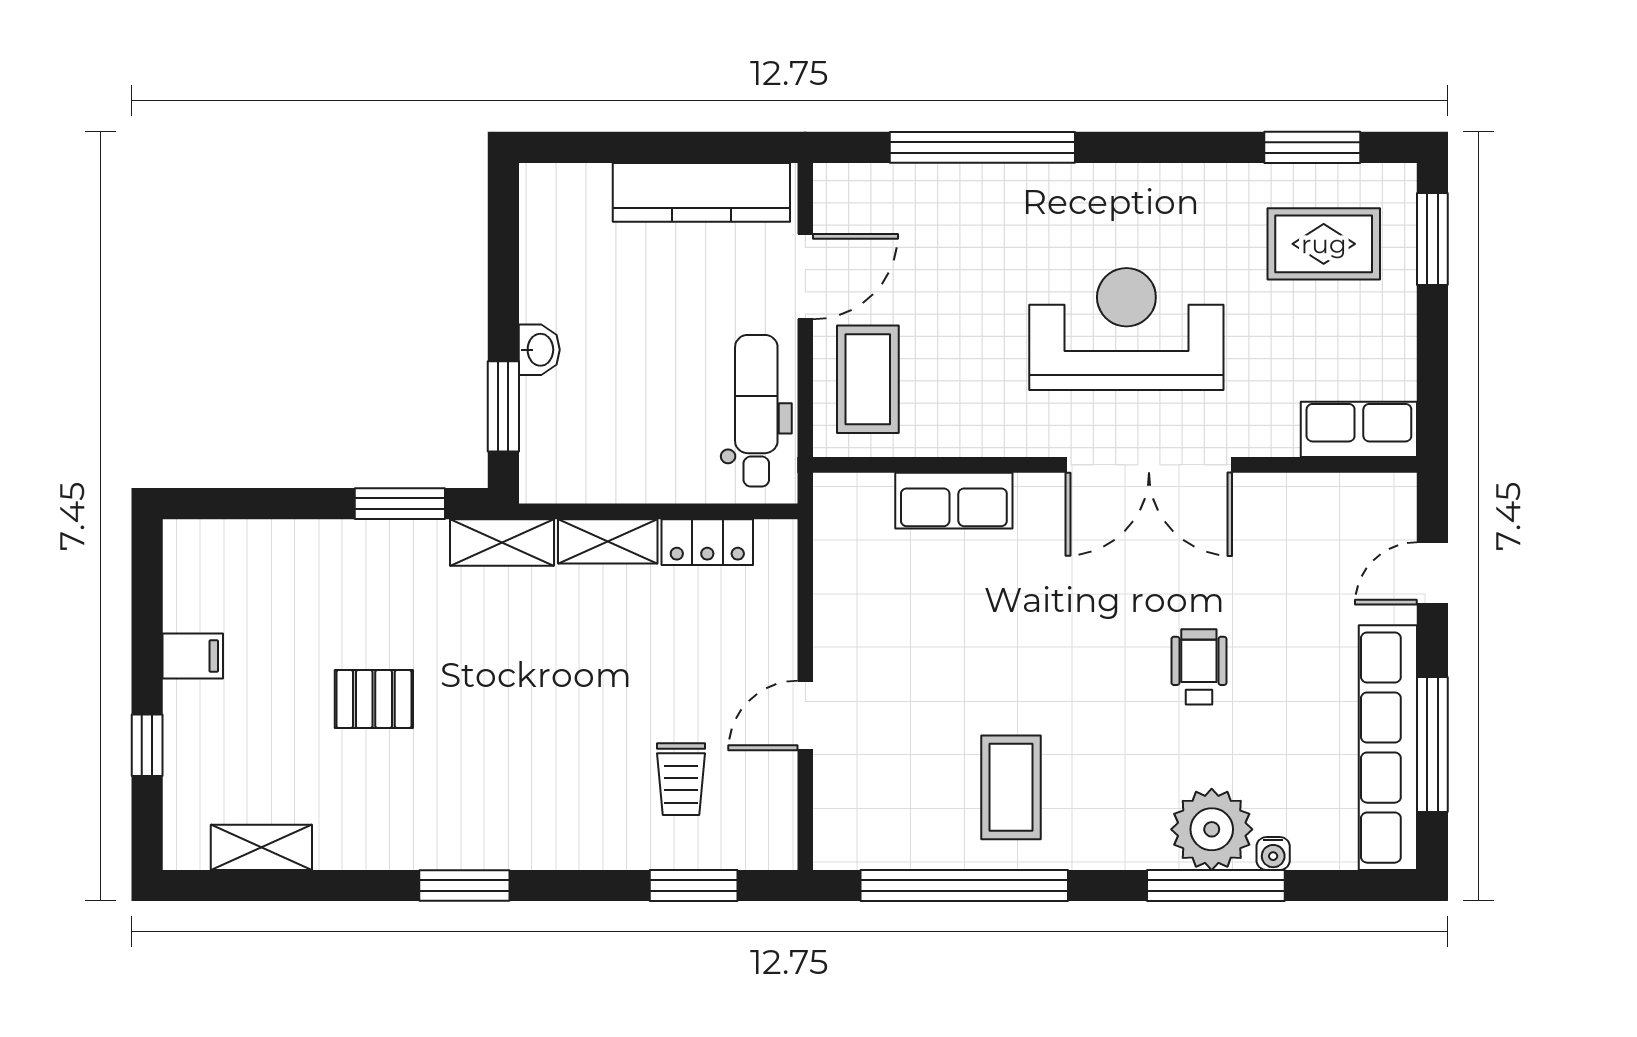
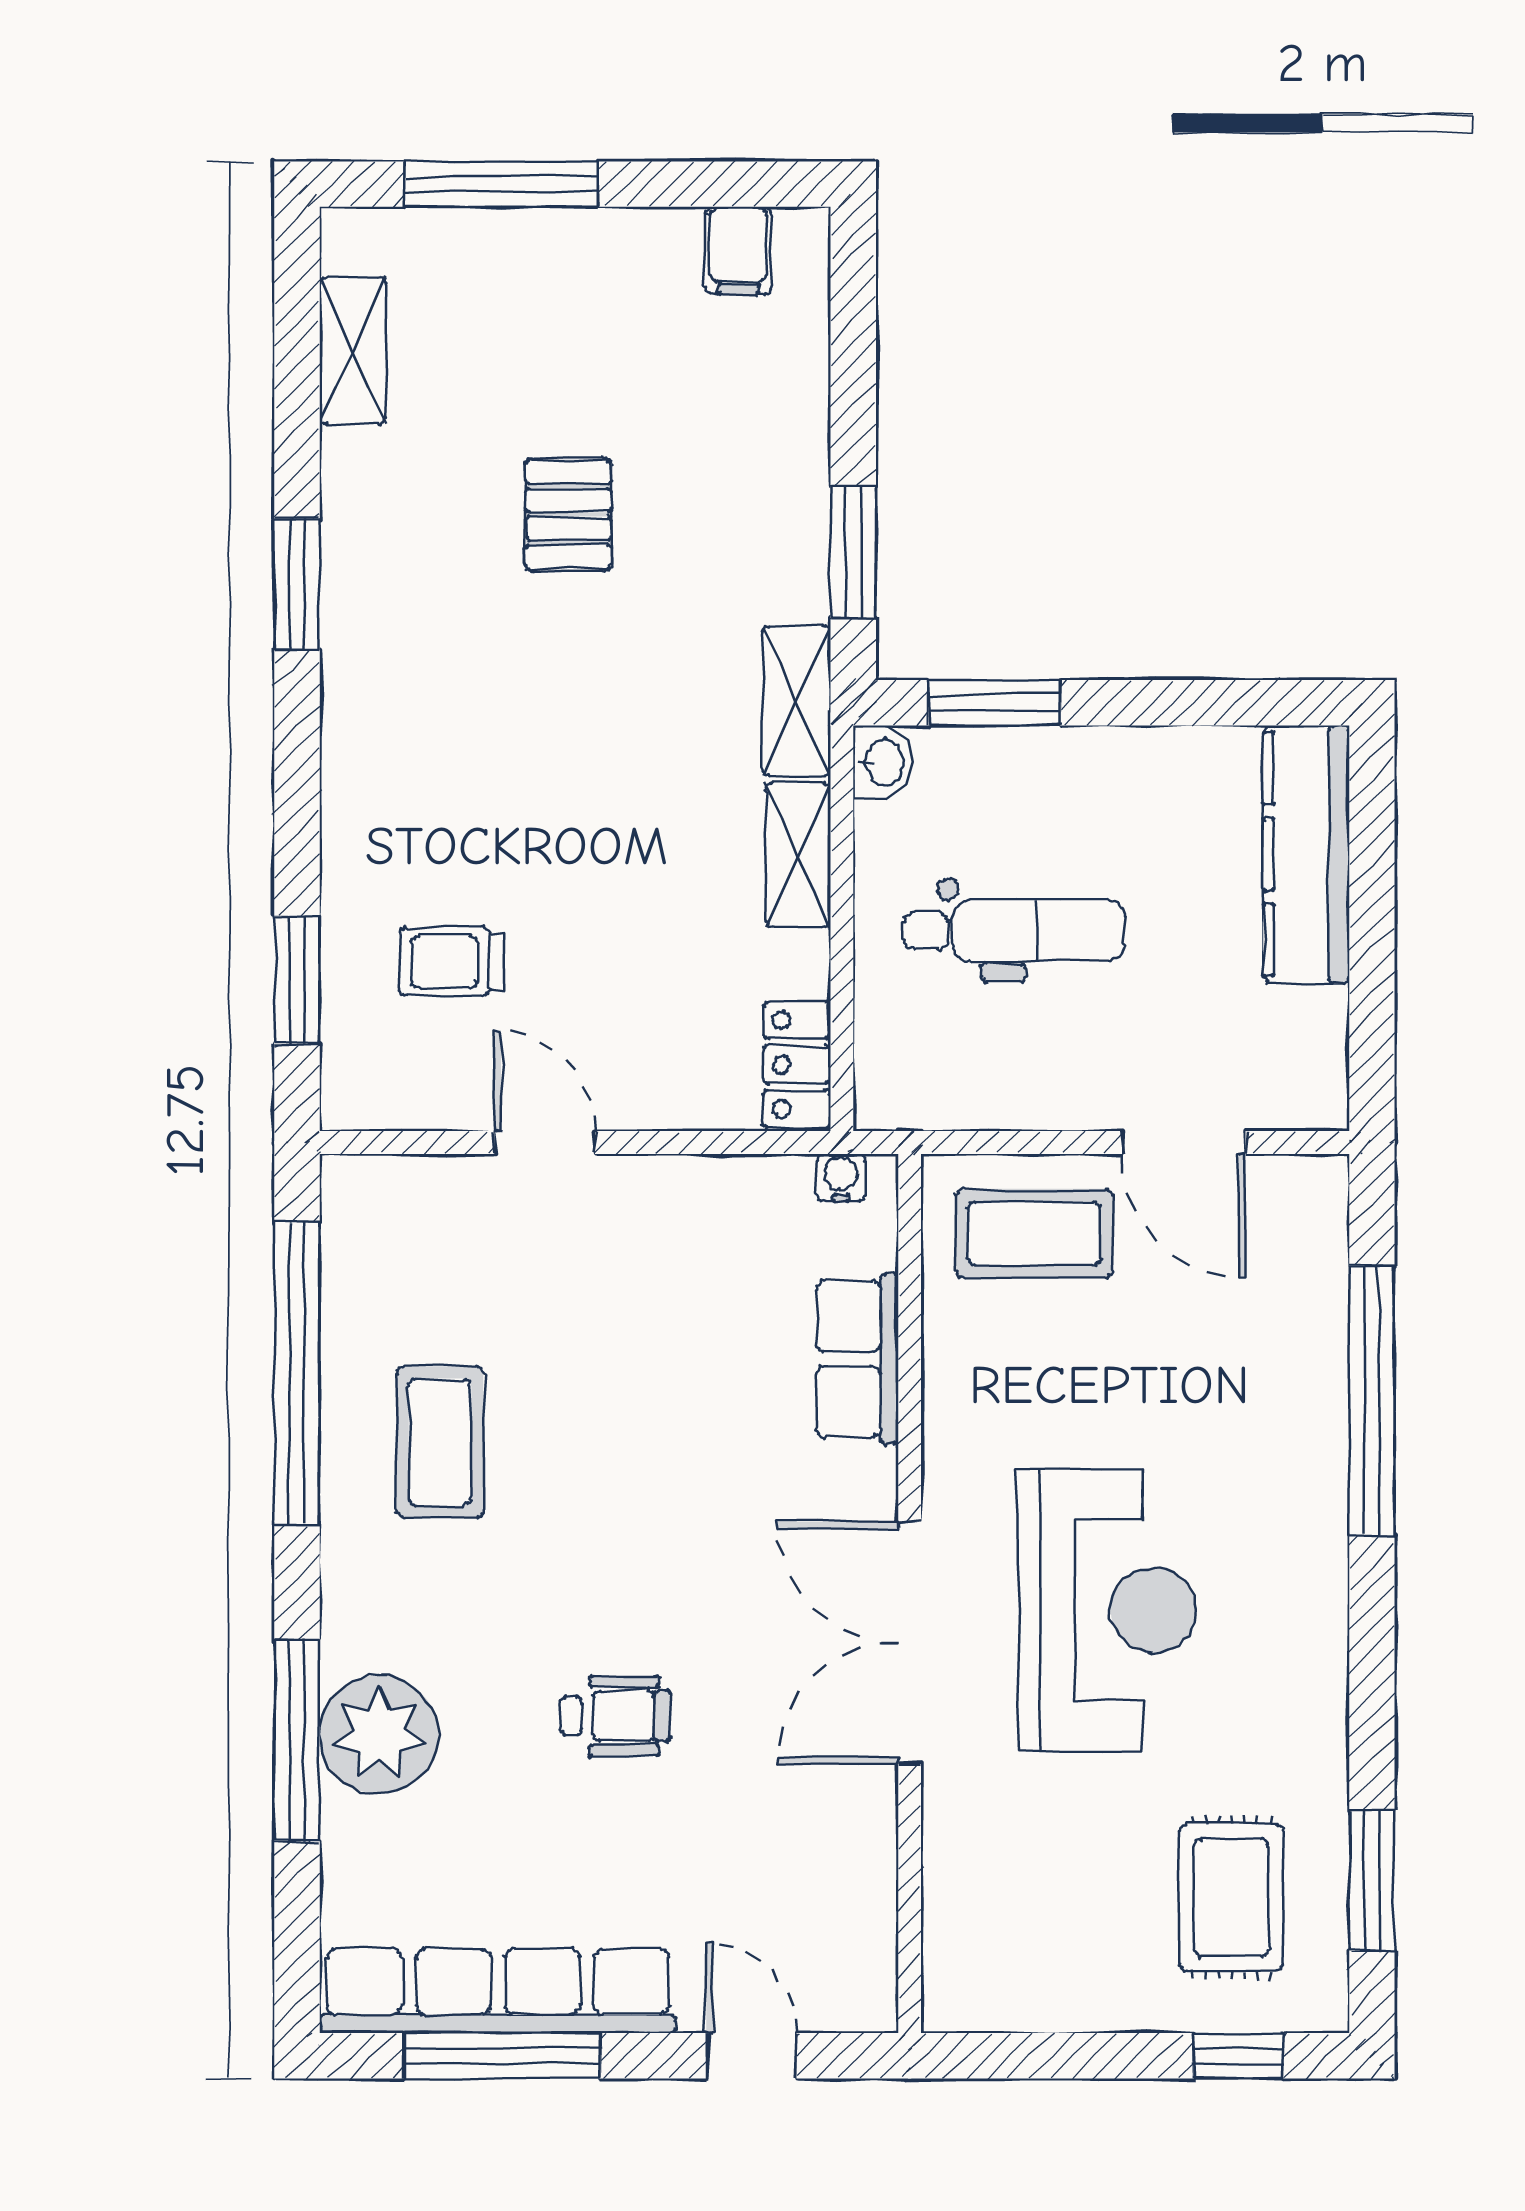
kitchen counter: (701, 192) -> (1306, 854), moved
window: (1432, 239) -> (1238, 2056), width x0.67
washbasin: (539, 350) -> (883, 762), moved, turned -90
dental chair: (756, 411) -> (1014, 931), moved
row of seats: (1359, 429) -> (961, 1949), removed
locker: (707, 542) -> (797, 1065), moved
filing cabinet: (193, 656) -> (738, 251), moved
window: (147, 745) -> (501, 184), width x2.17
coffee table: (1011, 787) -> (440, 1442), turned 90
water cooler: (1273, 853) -> (841, 1178), moved, turned 90
window: (464, 886) -> (297, 584), moved

